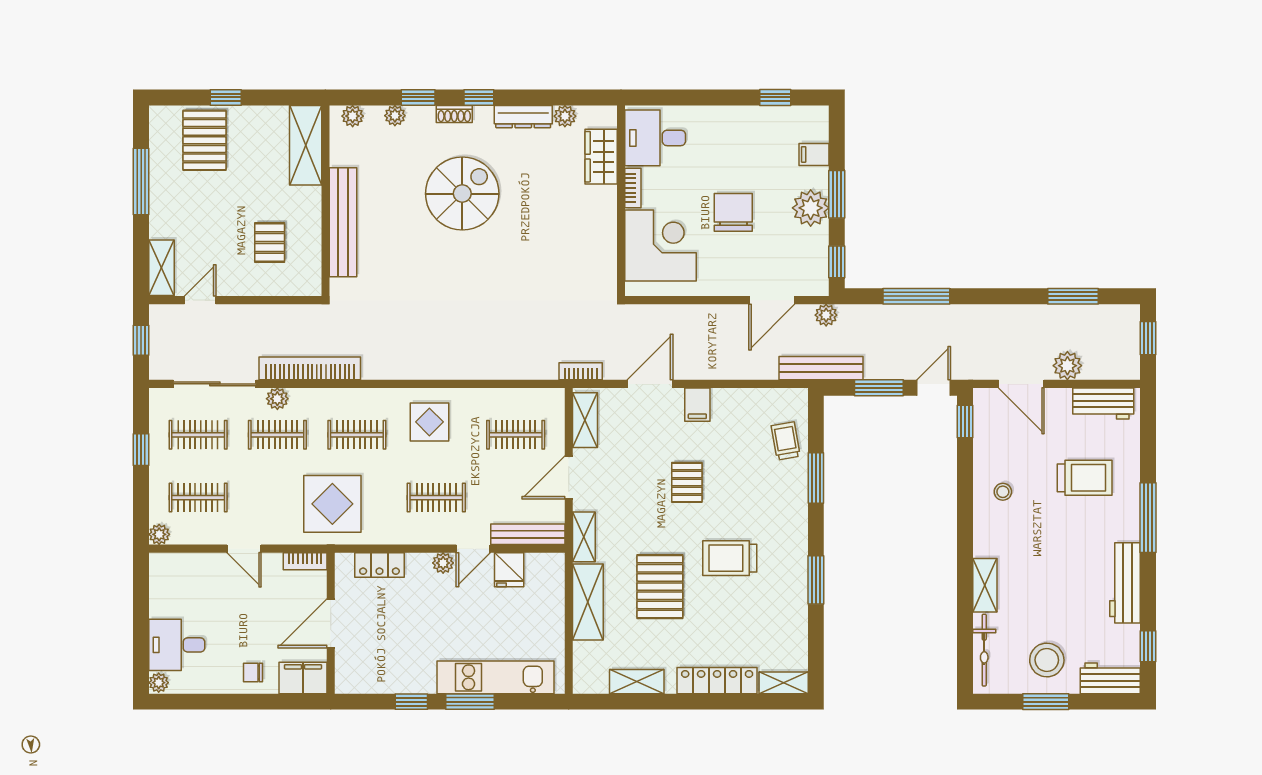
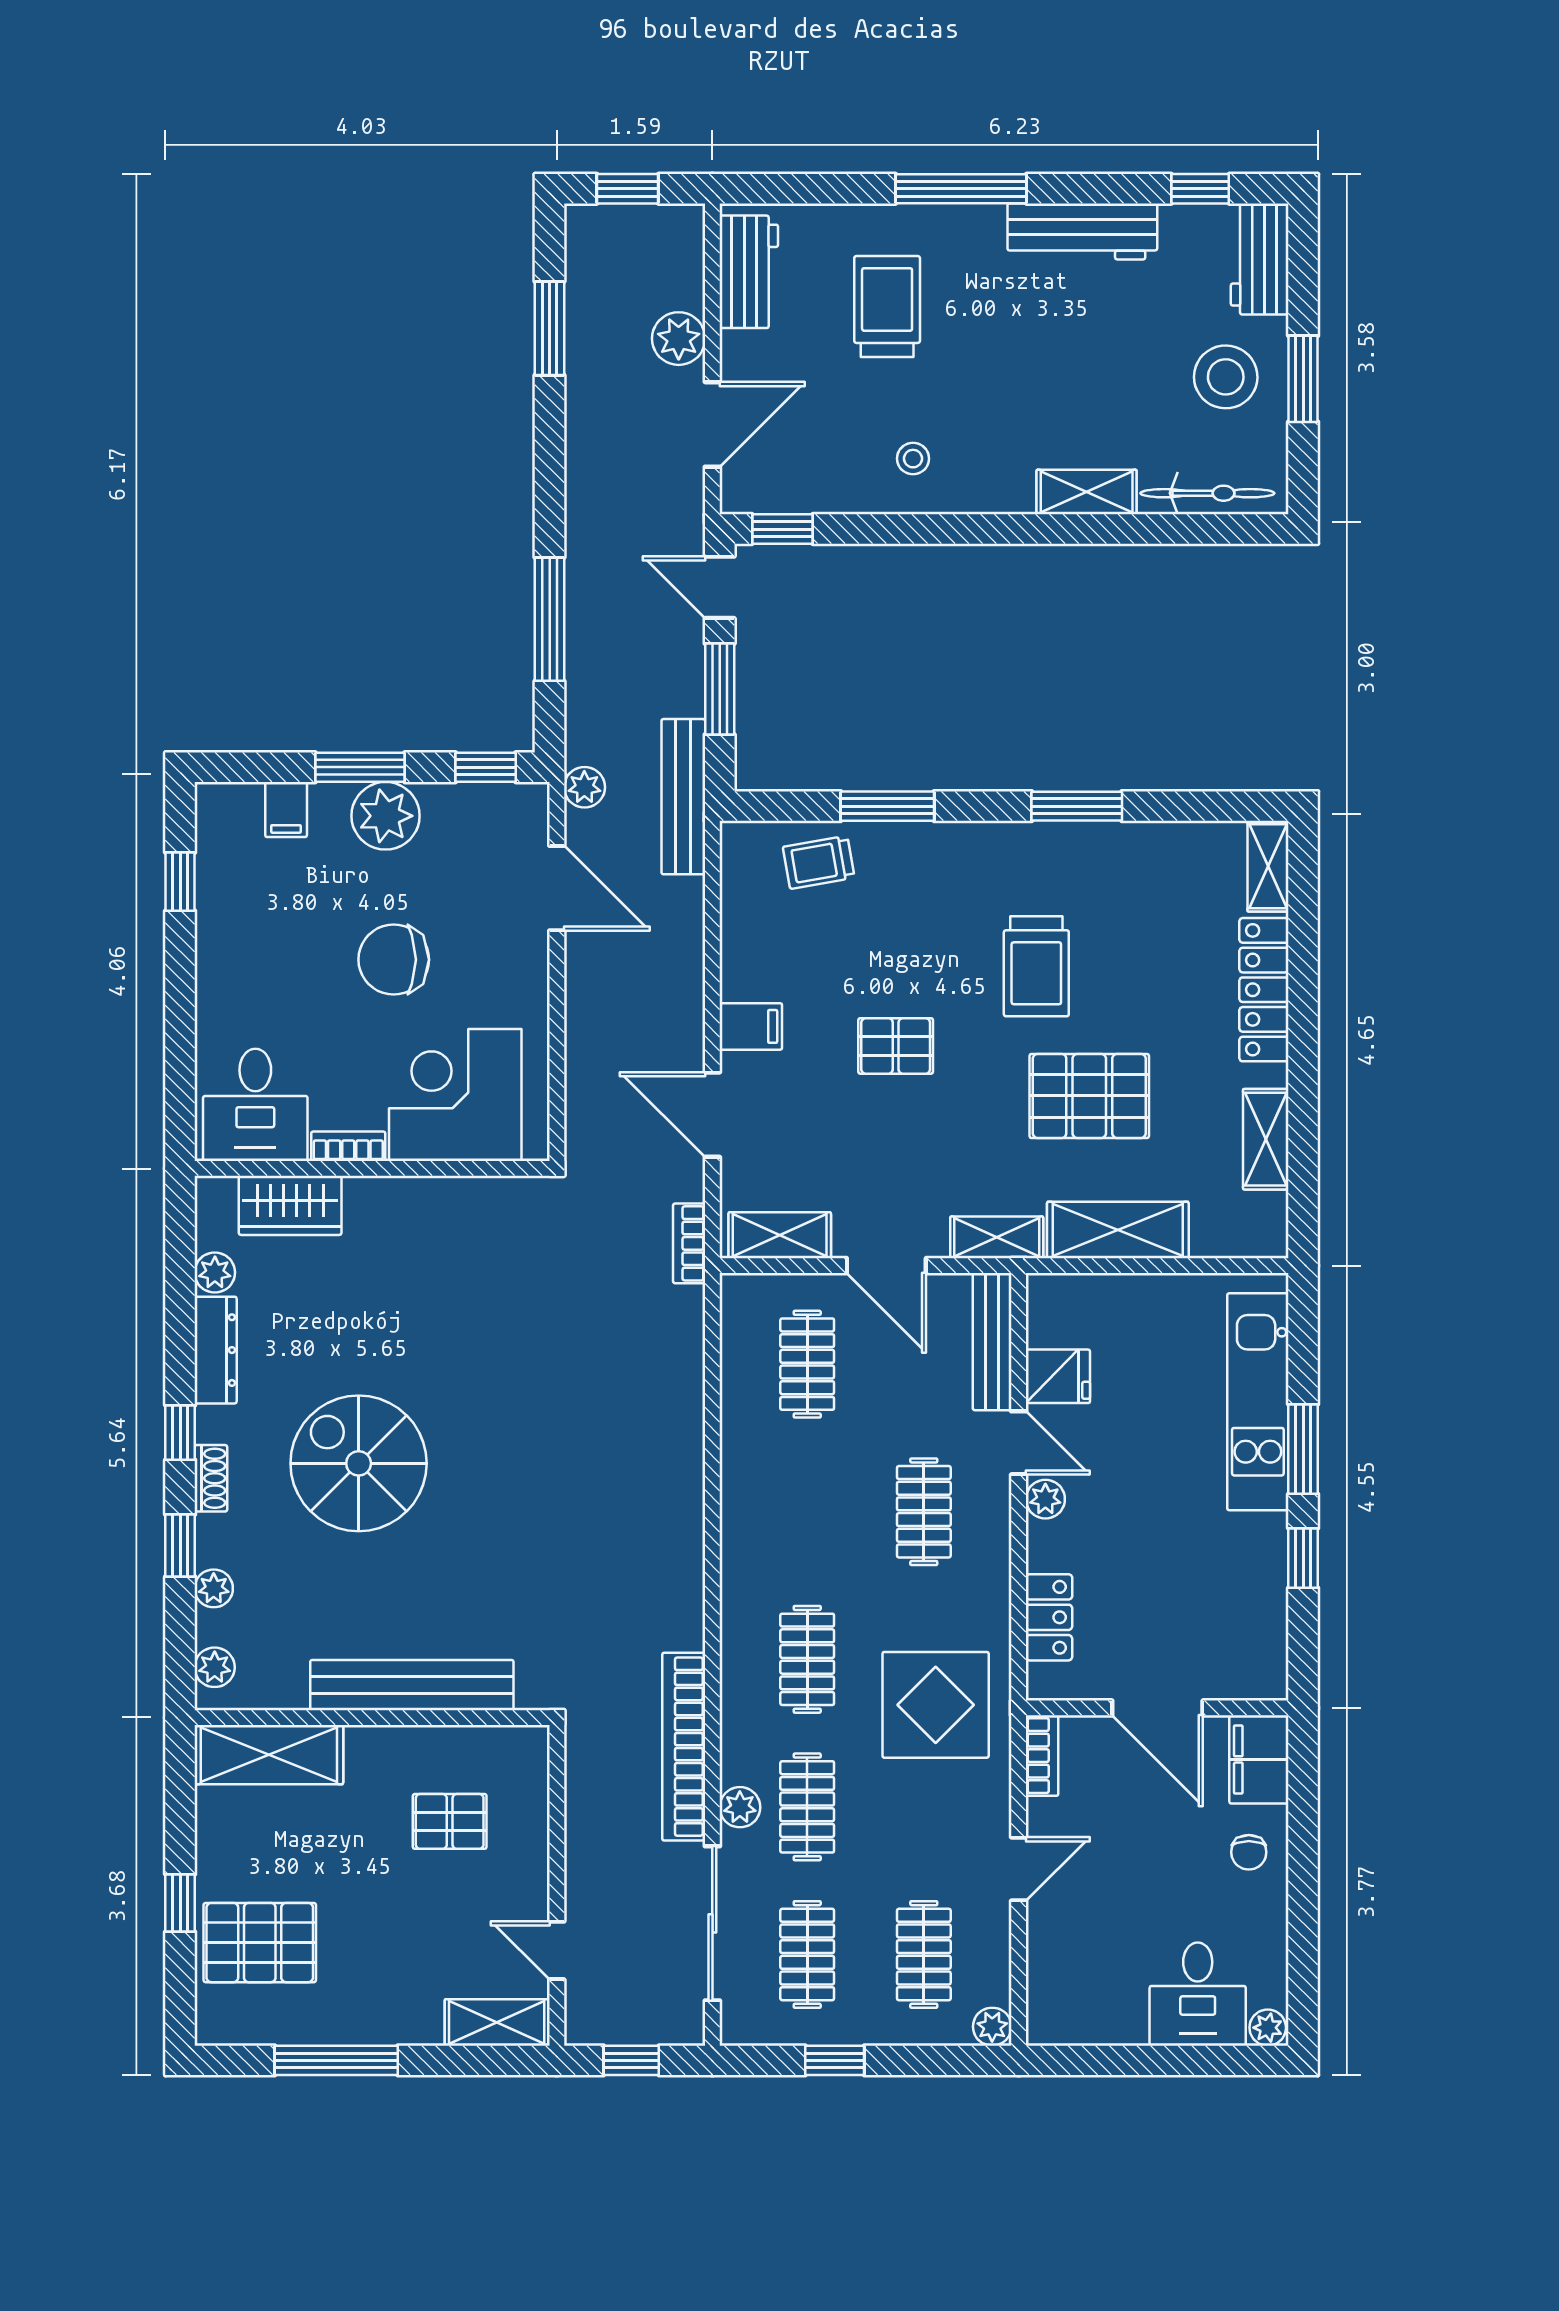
display table: (429, 422) -> (783, 1524), removed

